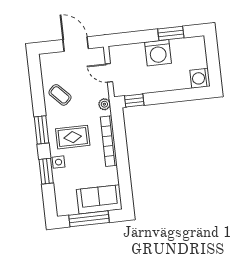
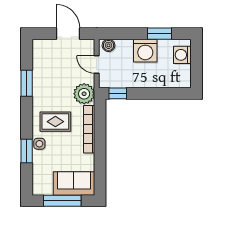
boiler: (119, 52) -> (109, 45), added
washing machine: (200, 78) -> (182, 55), moved
coffee table: (60, 95) -> (48, 80), removed
plant: (104, 104) -> (84, 94), width x1.88, depth x1.88
window: (42, 130) -> (27, 83), moved

